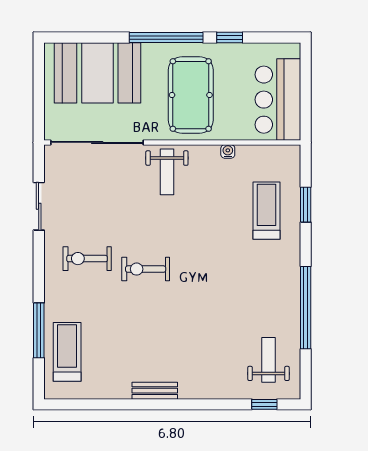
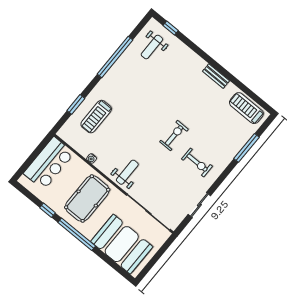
exercise bike: (146, 269) -> (174, 135), turned -90
treadmill: (67, 352) -> (246, 108), moved, turned 90

